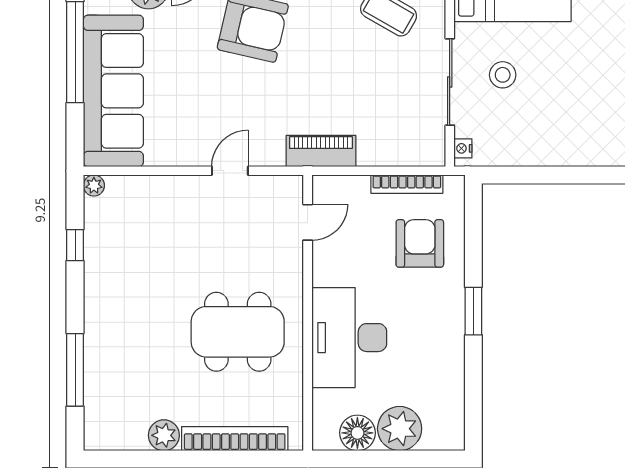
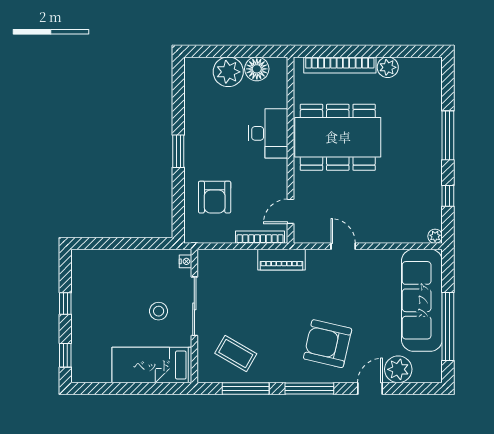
door: (230, 171) -> (343, 246), swing flipped
bookcase: (407, 184) -> (260, 237), moved
dining table: (238, 332) -> (338, 137), width x1.36, depth x1.24
desk: (349, 338) -> (268, 133), width x0.73, depth x0.77
window: (75, 370) -> (448, 135), moved

